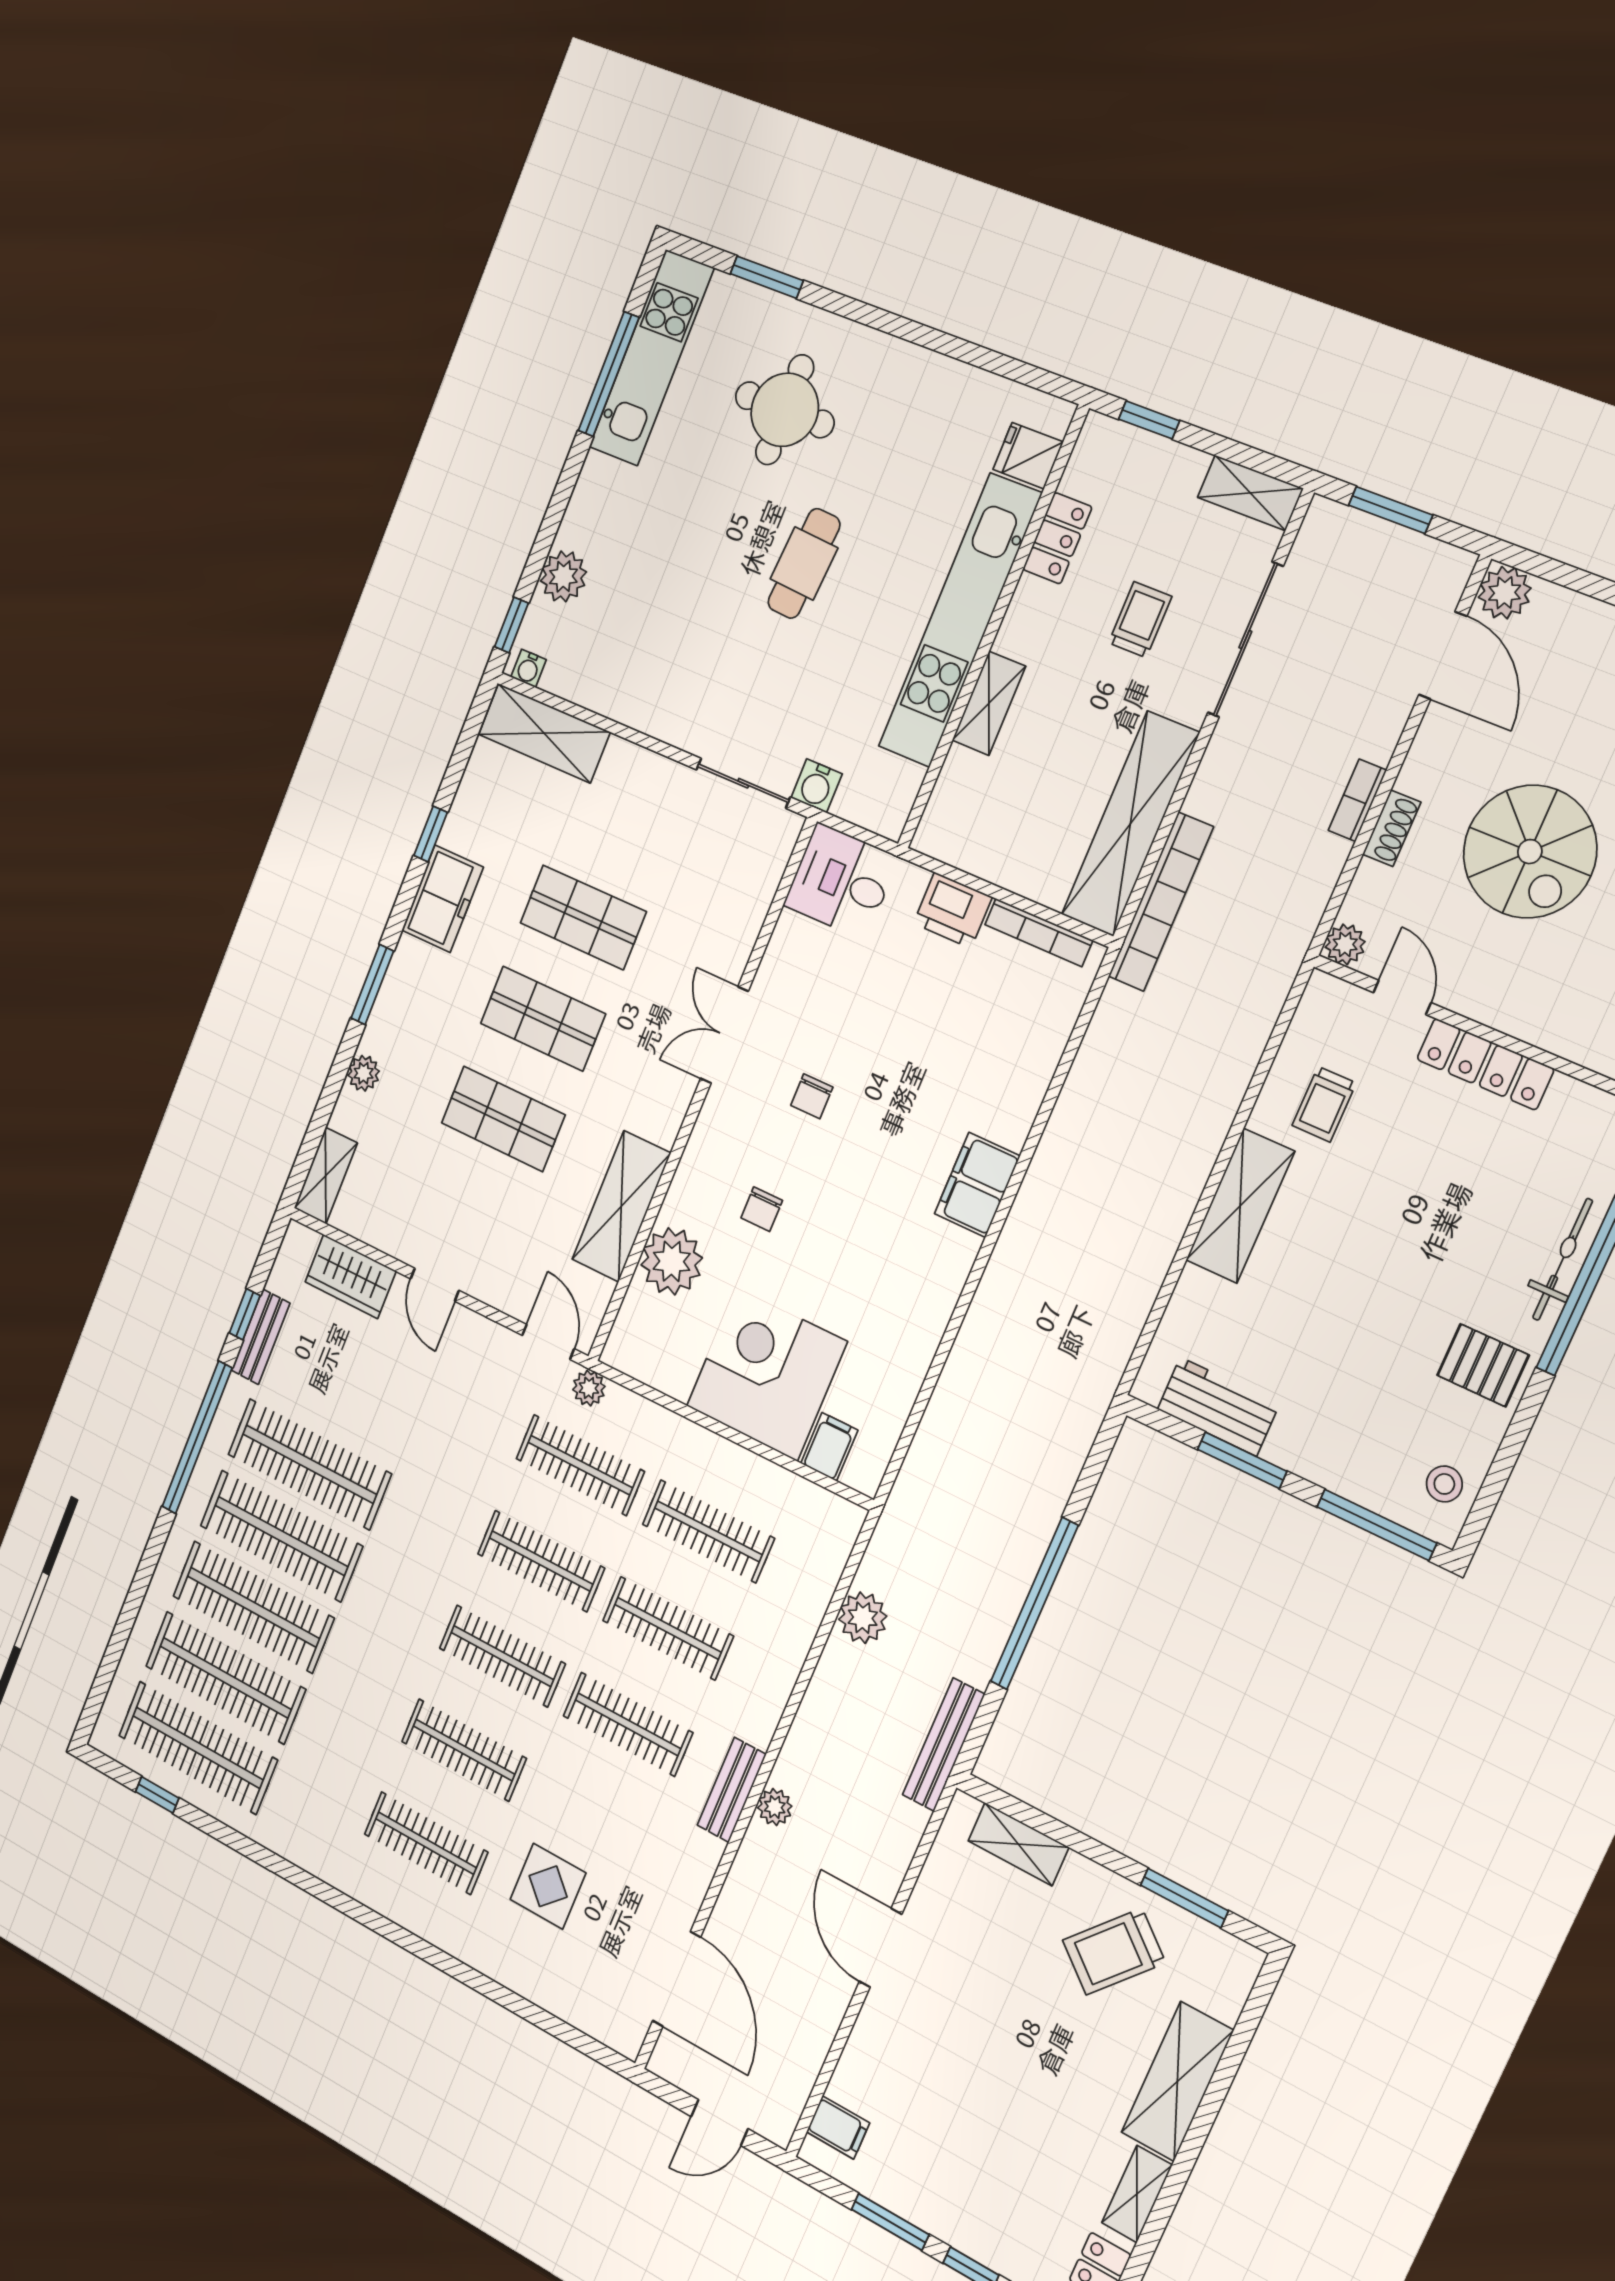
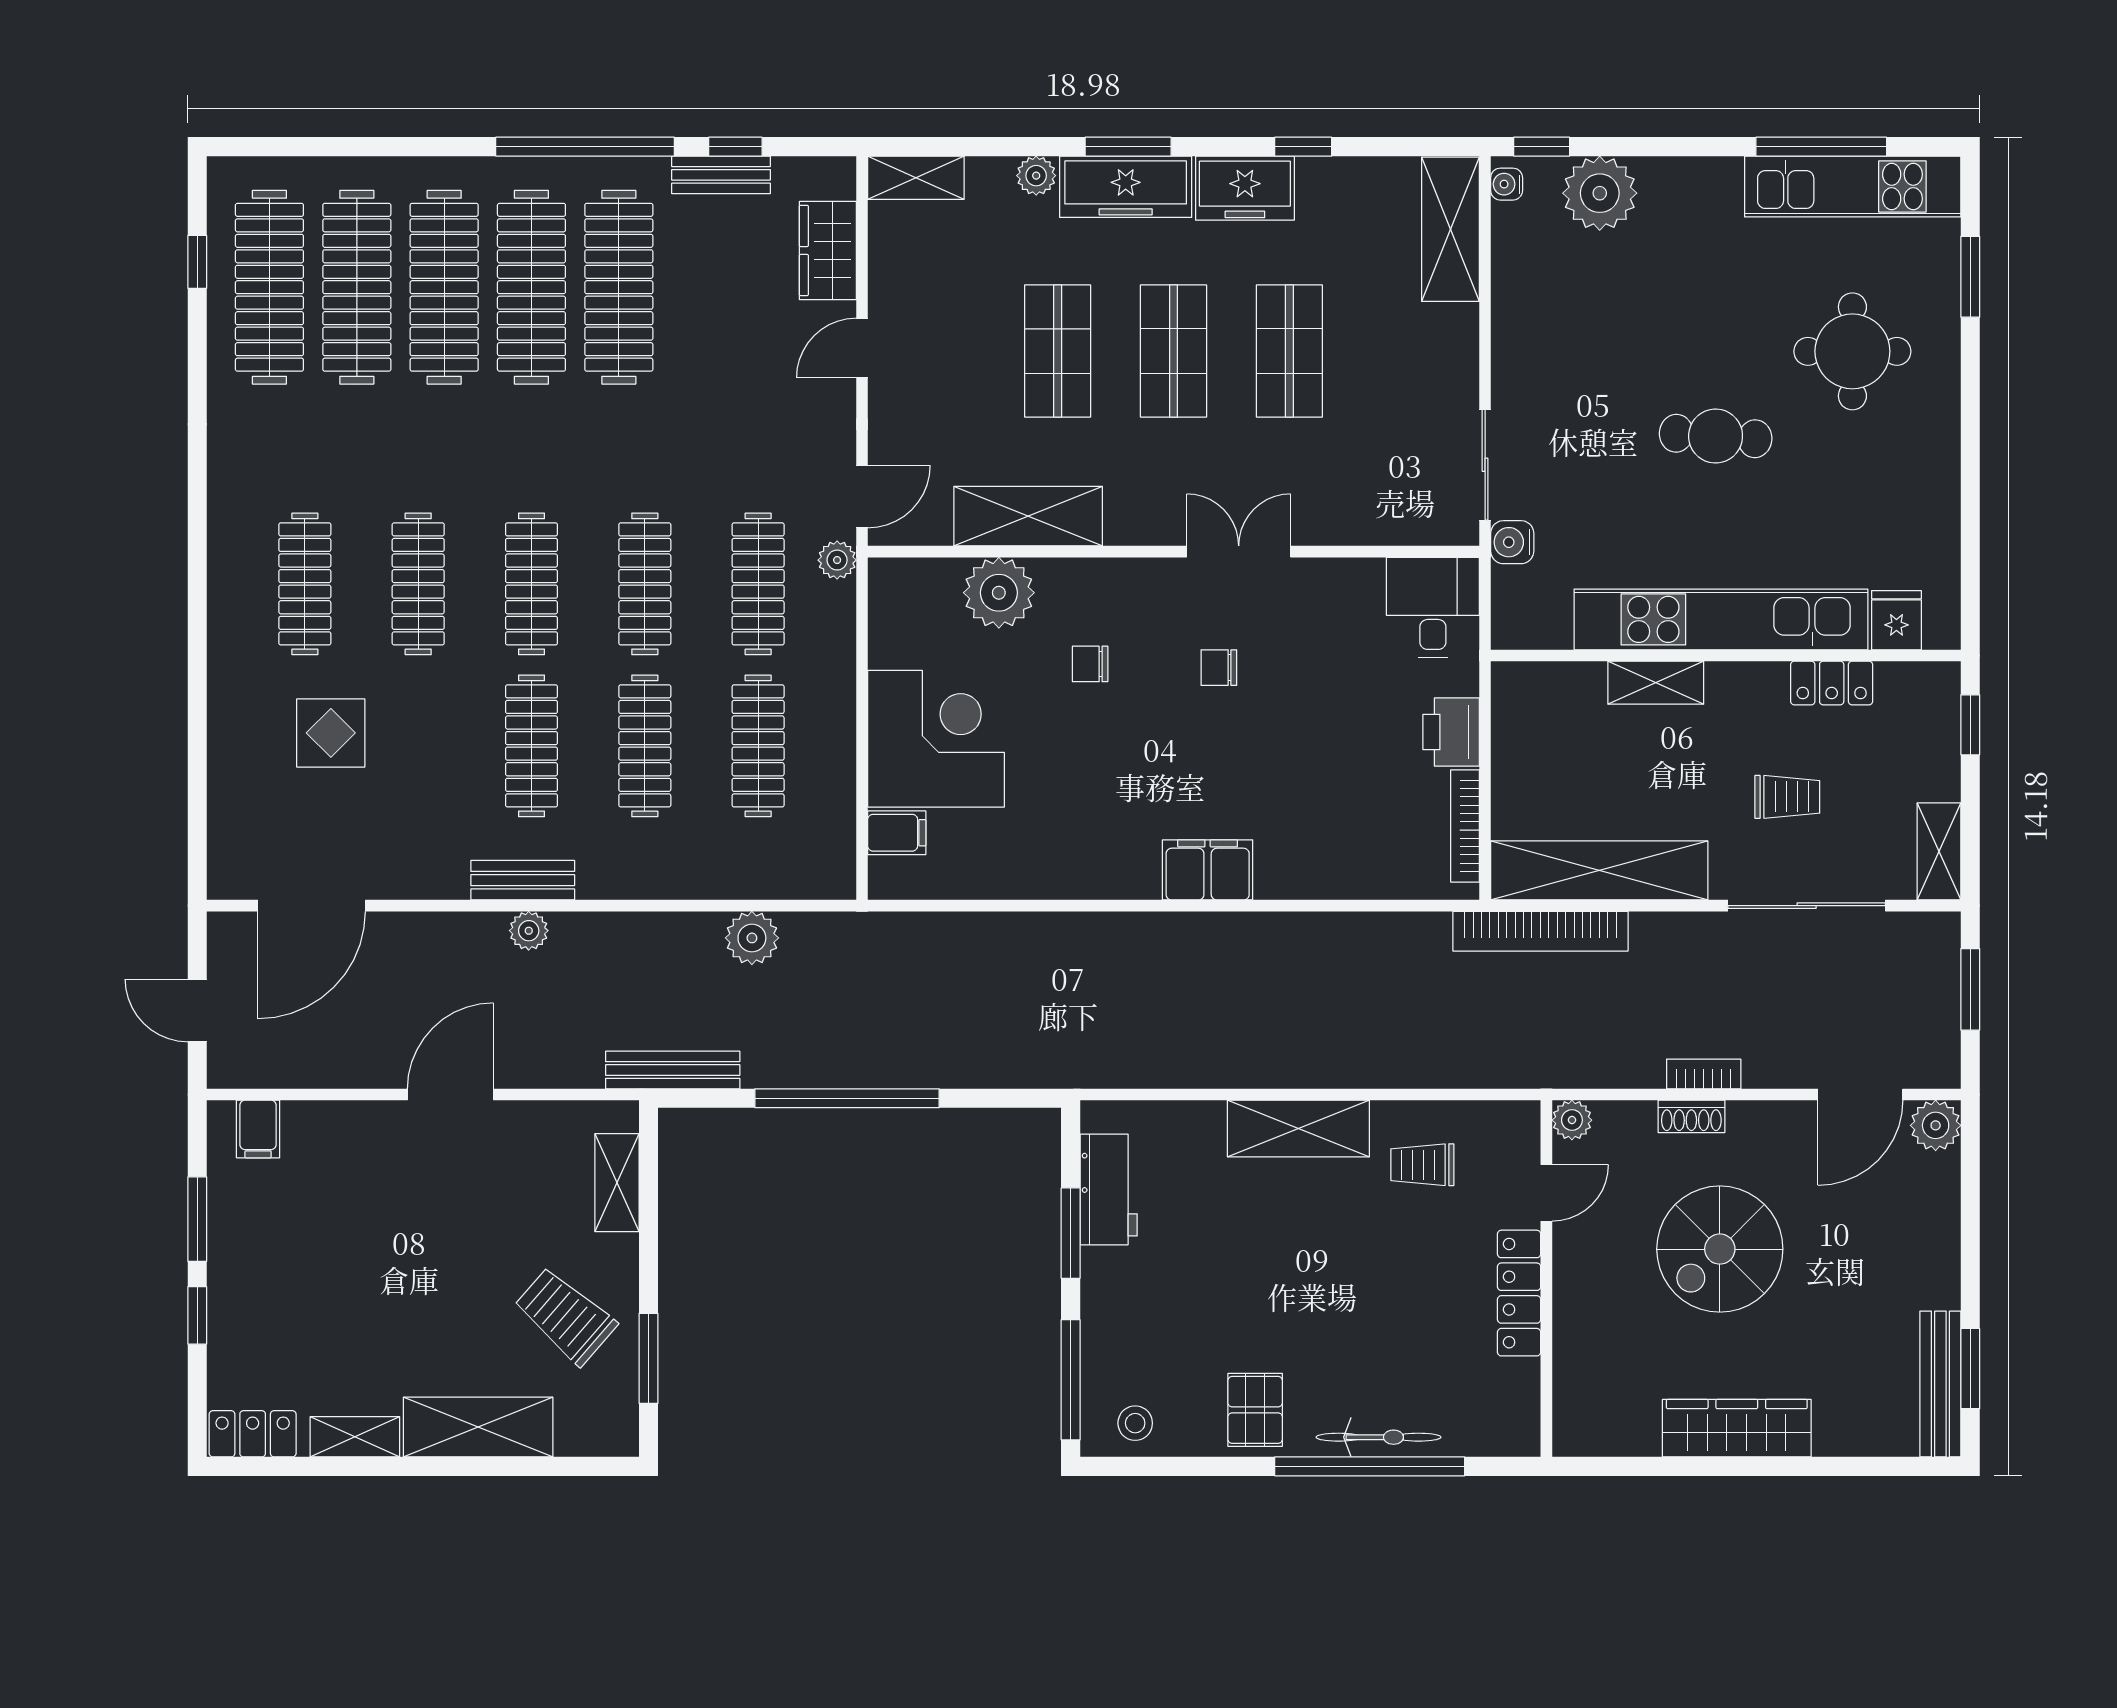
plant: (563, 576) -> (1600, 193), width x1.36, depth x1.36
freezer: (401, 1001) -> (1126, 187), added

